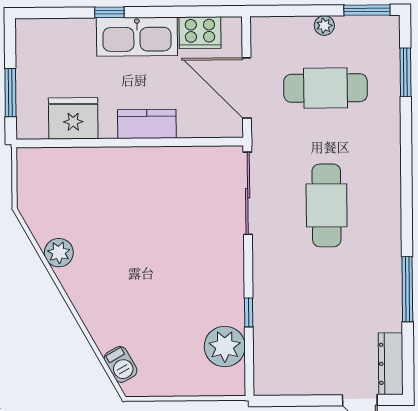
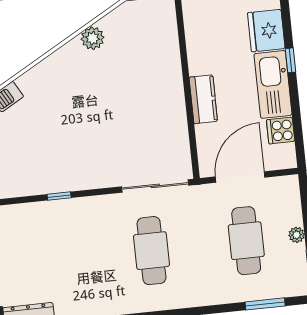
cooker: (200, 33) -> (281, 131), width x0.73
fridge: (73, 118) -> (266, 31), moved, turned 180
cafe table: (327, 205) -> (151, 251), turned 90
plant: (225, 347) -> (30, 179), removed

